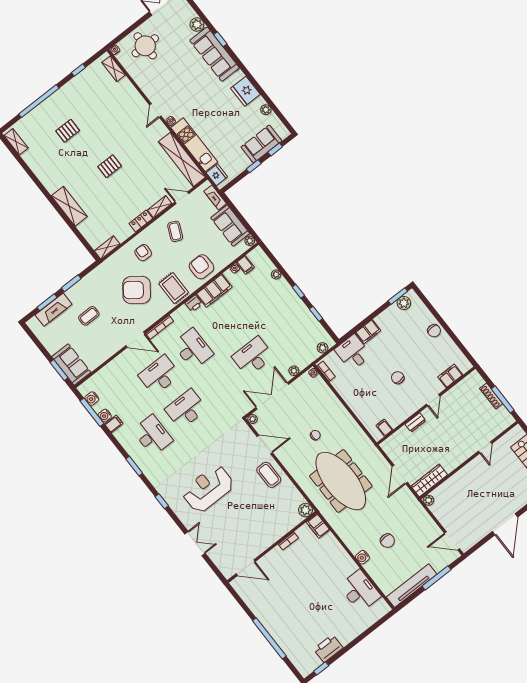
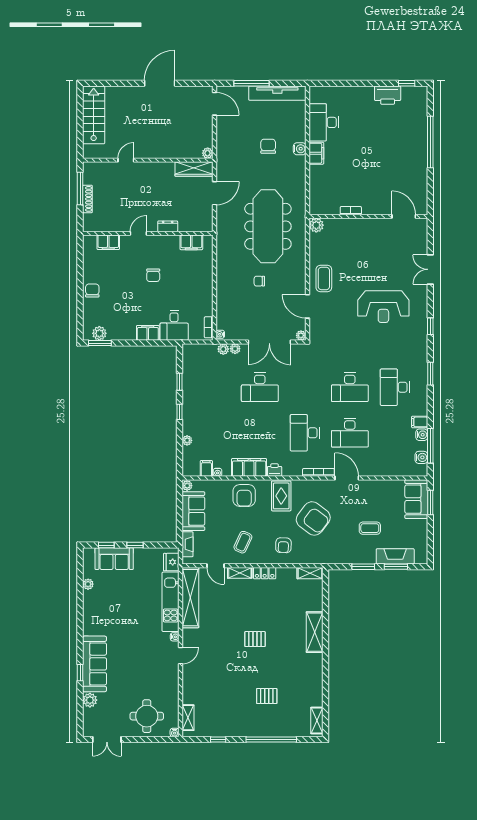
fridge: (245, 91) -> (93, 613), removed
plant: (323, 348) -> (223, 349), moved
filing cabinet: (384, 428) -> (191, 242), width x2.00
filing cabinet: (318, 526) -> (316, 153), moved

